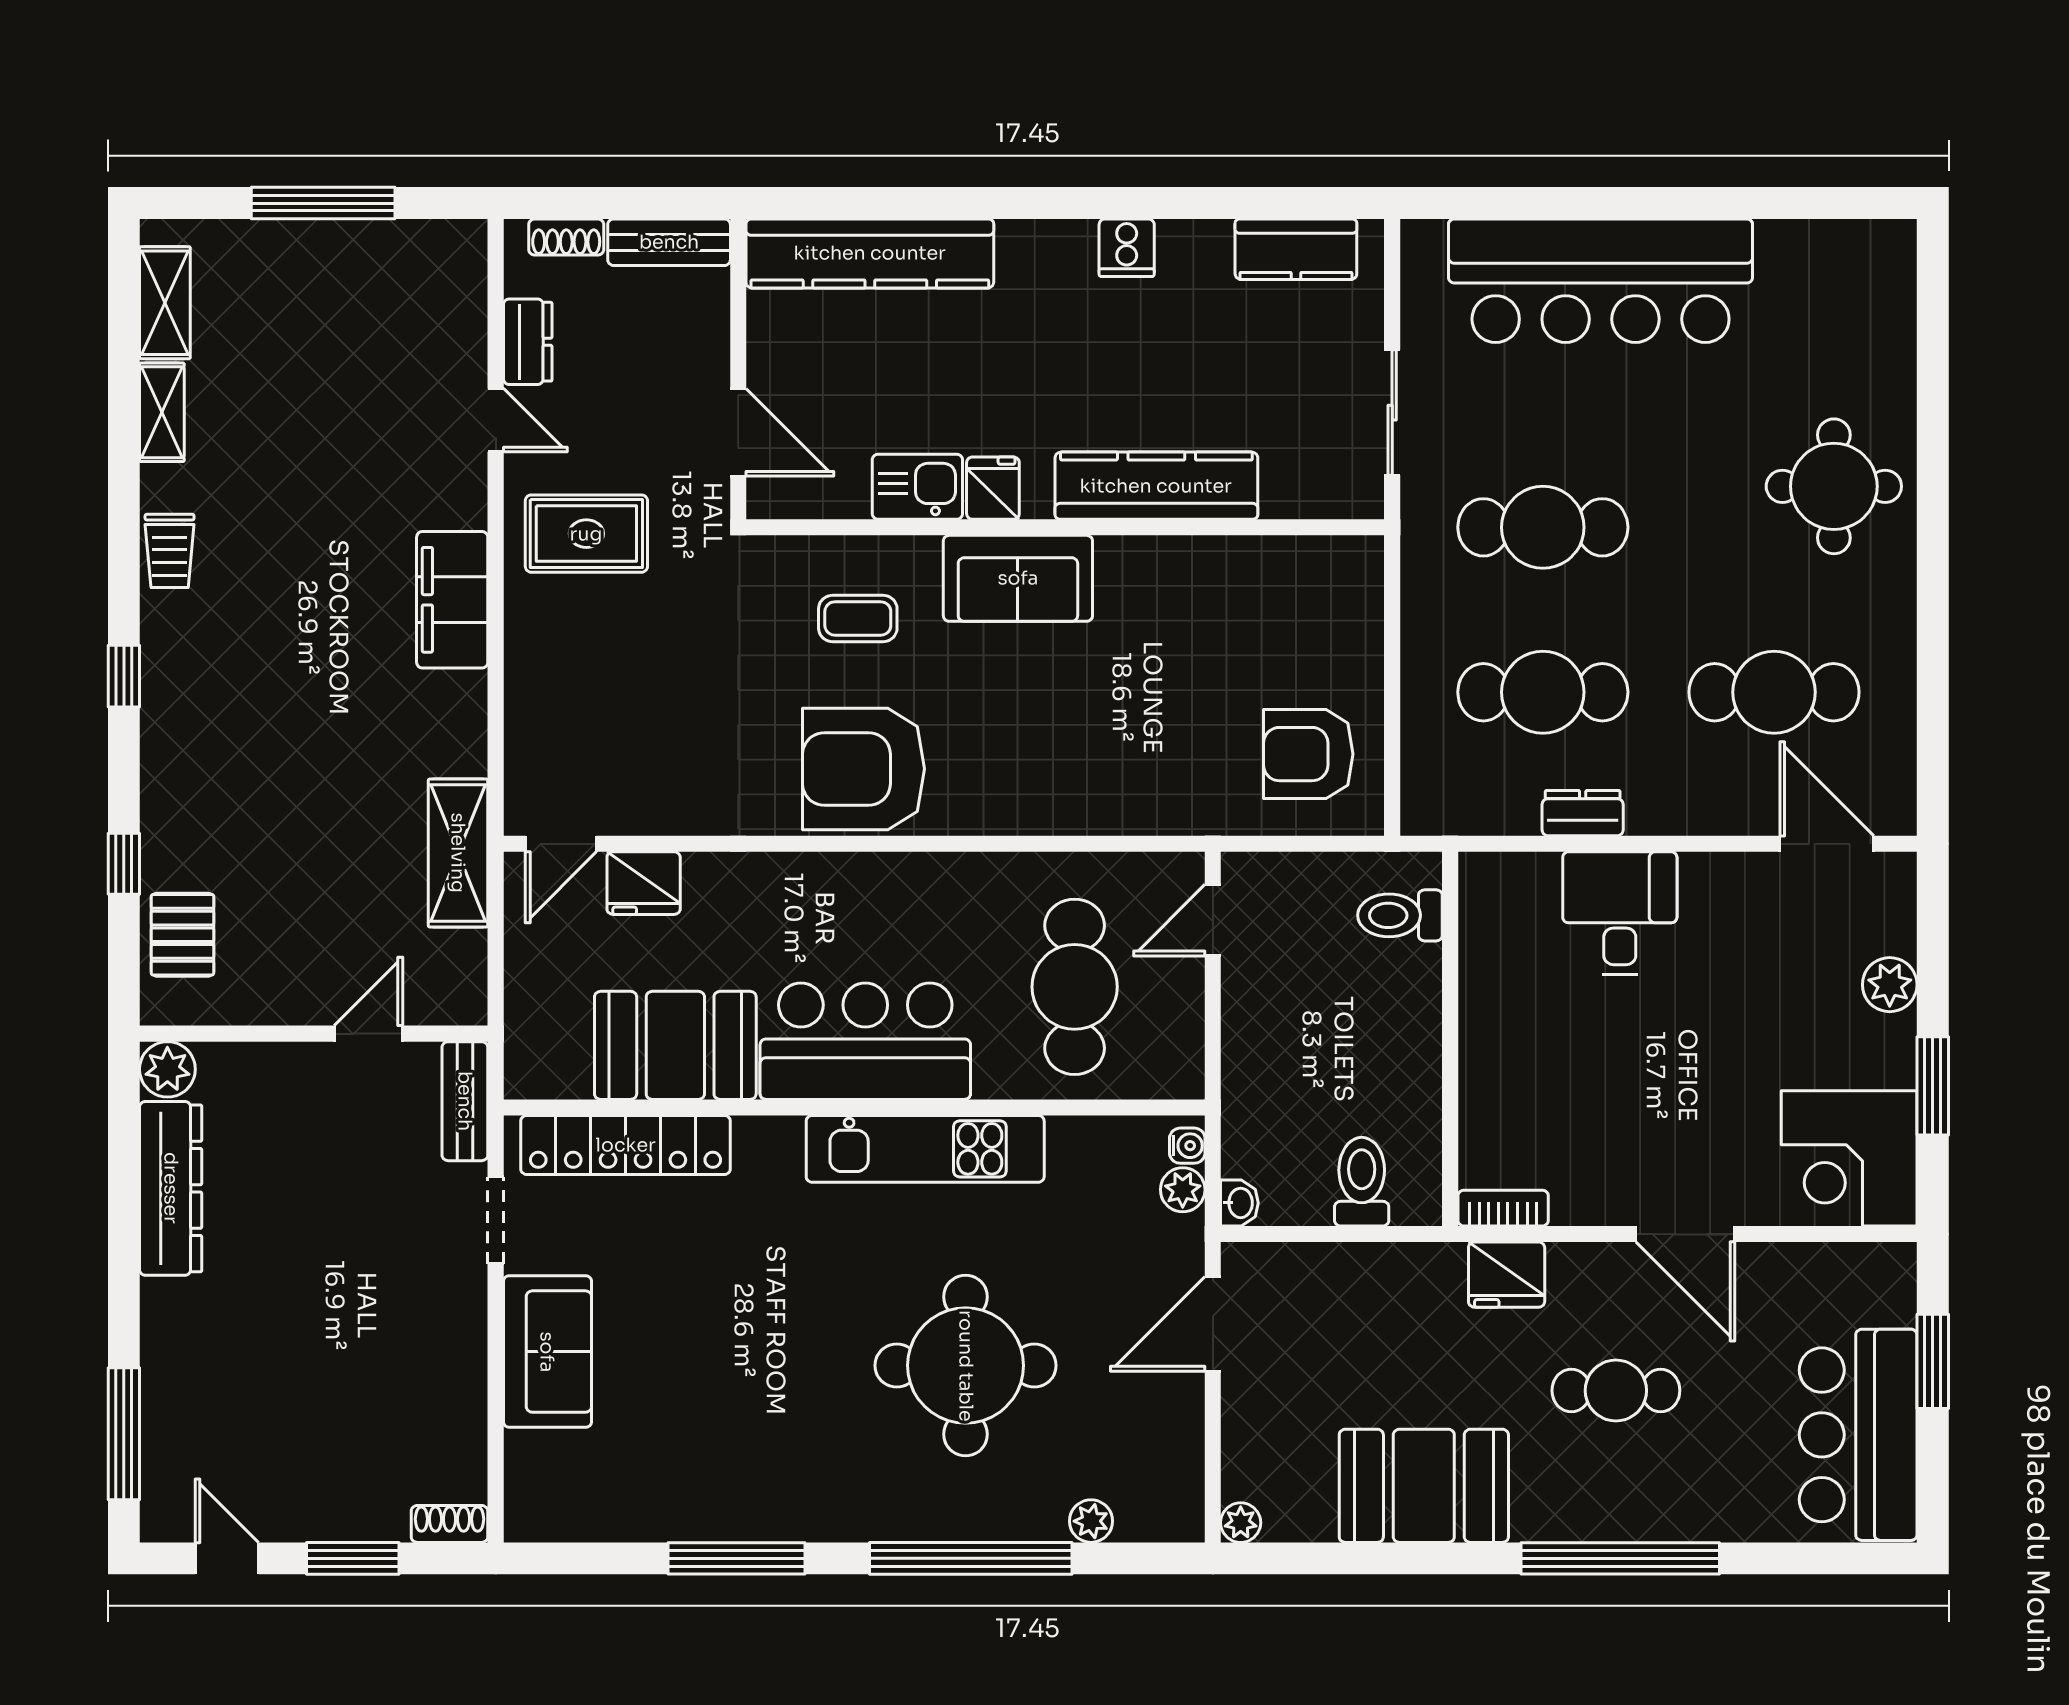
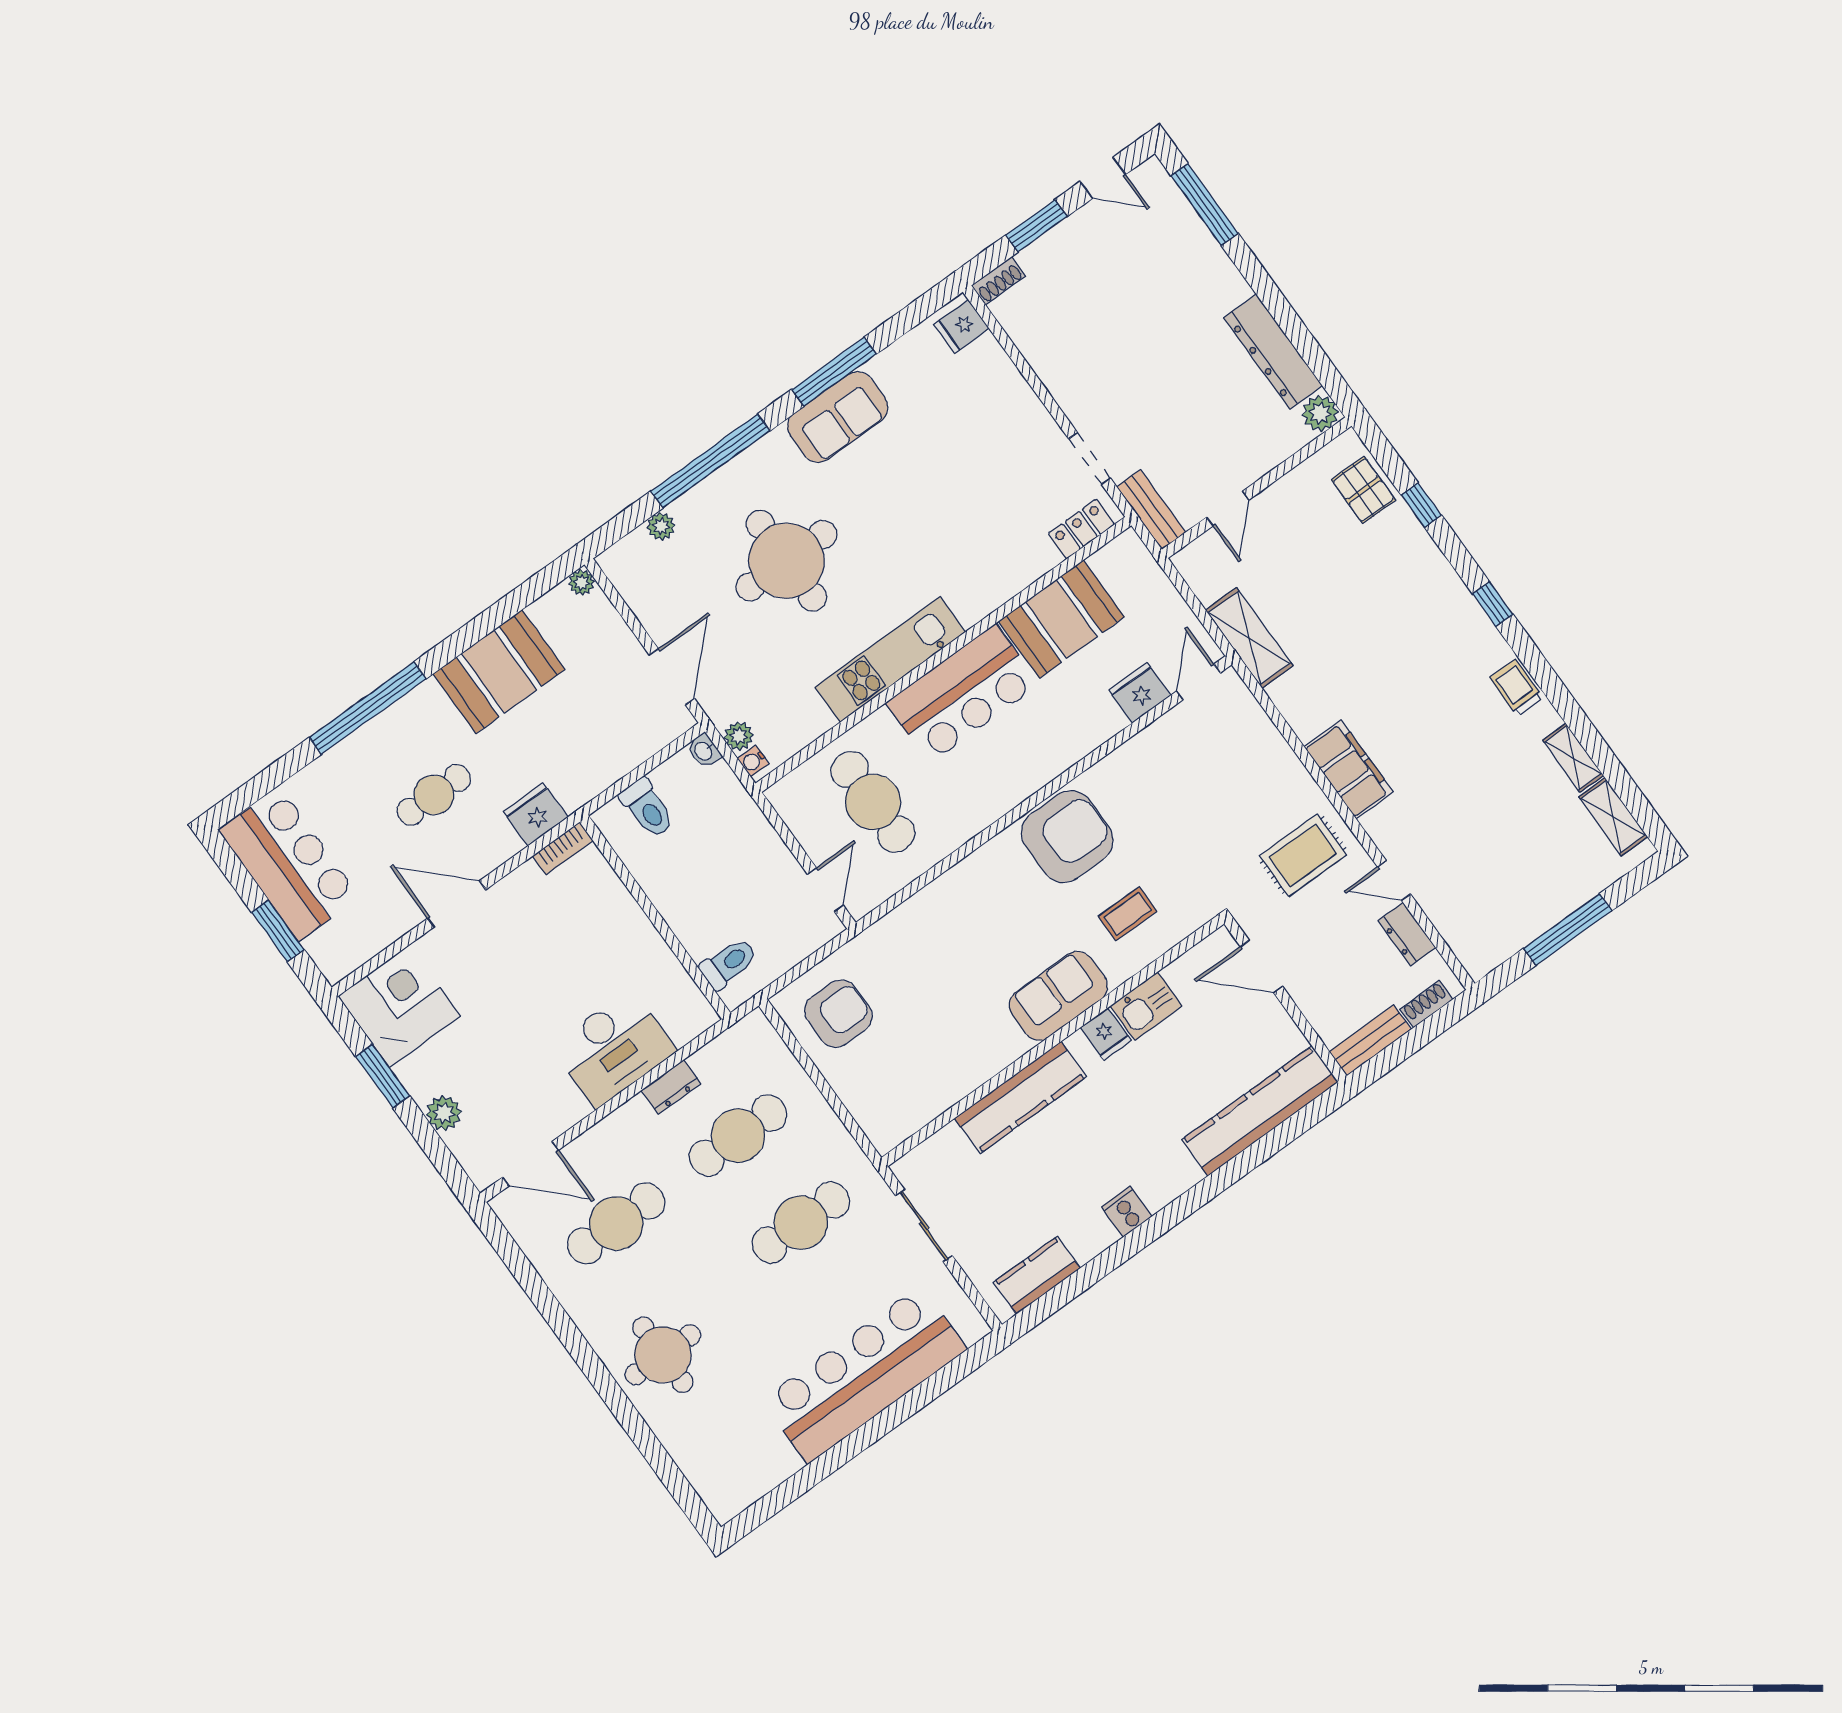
desk: (1620, 913) -> (613, 1048), width x1.37
locker: (626, 1145) -> (1081, 529), width x0.46, depth x0.83
sofa: (547, 1352) -> (838, 417), moved, turned -90
fridge: (537, 1500) -> (962, 326), added

